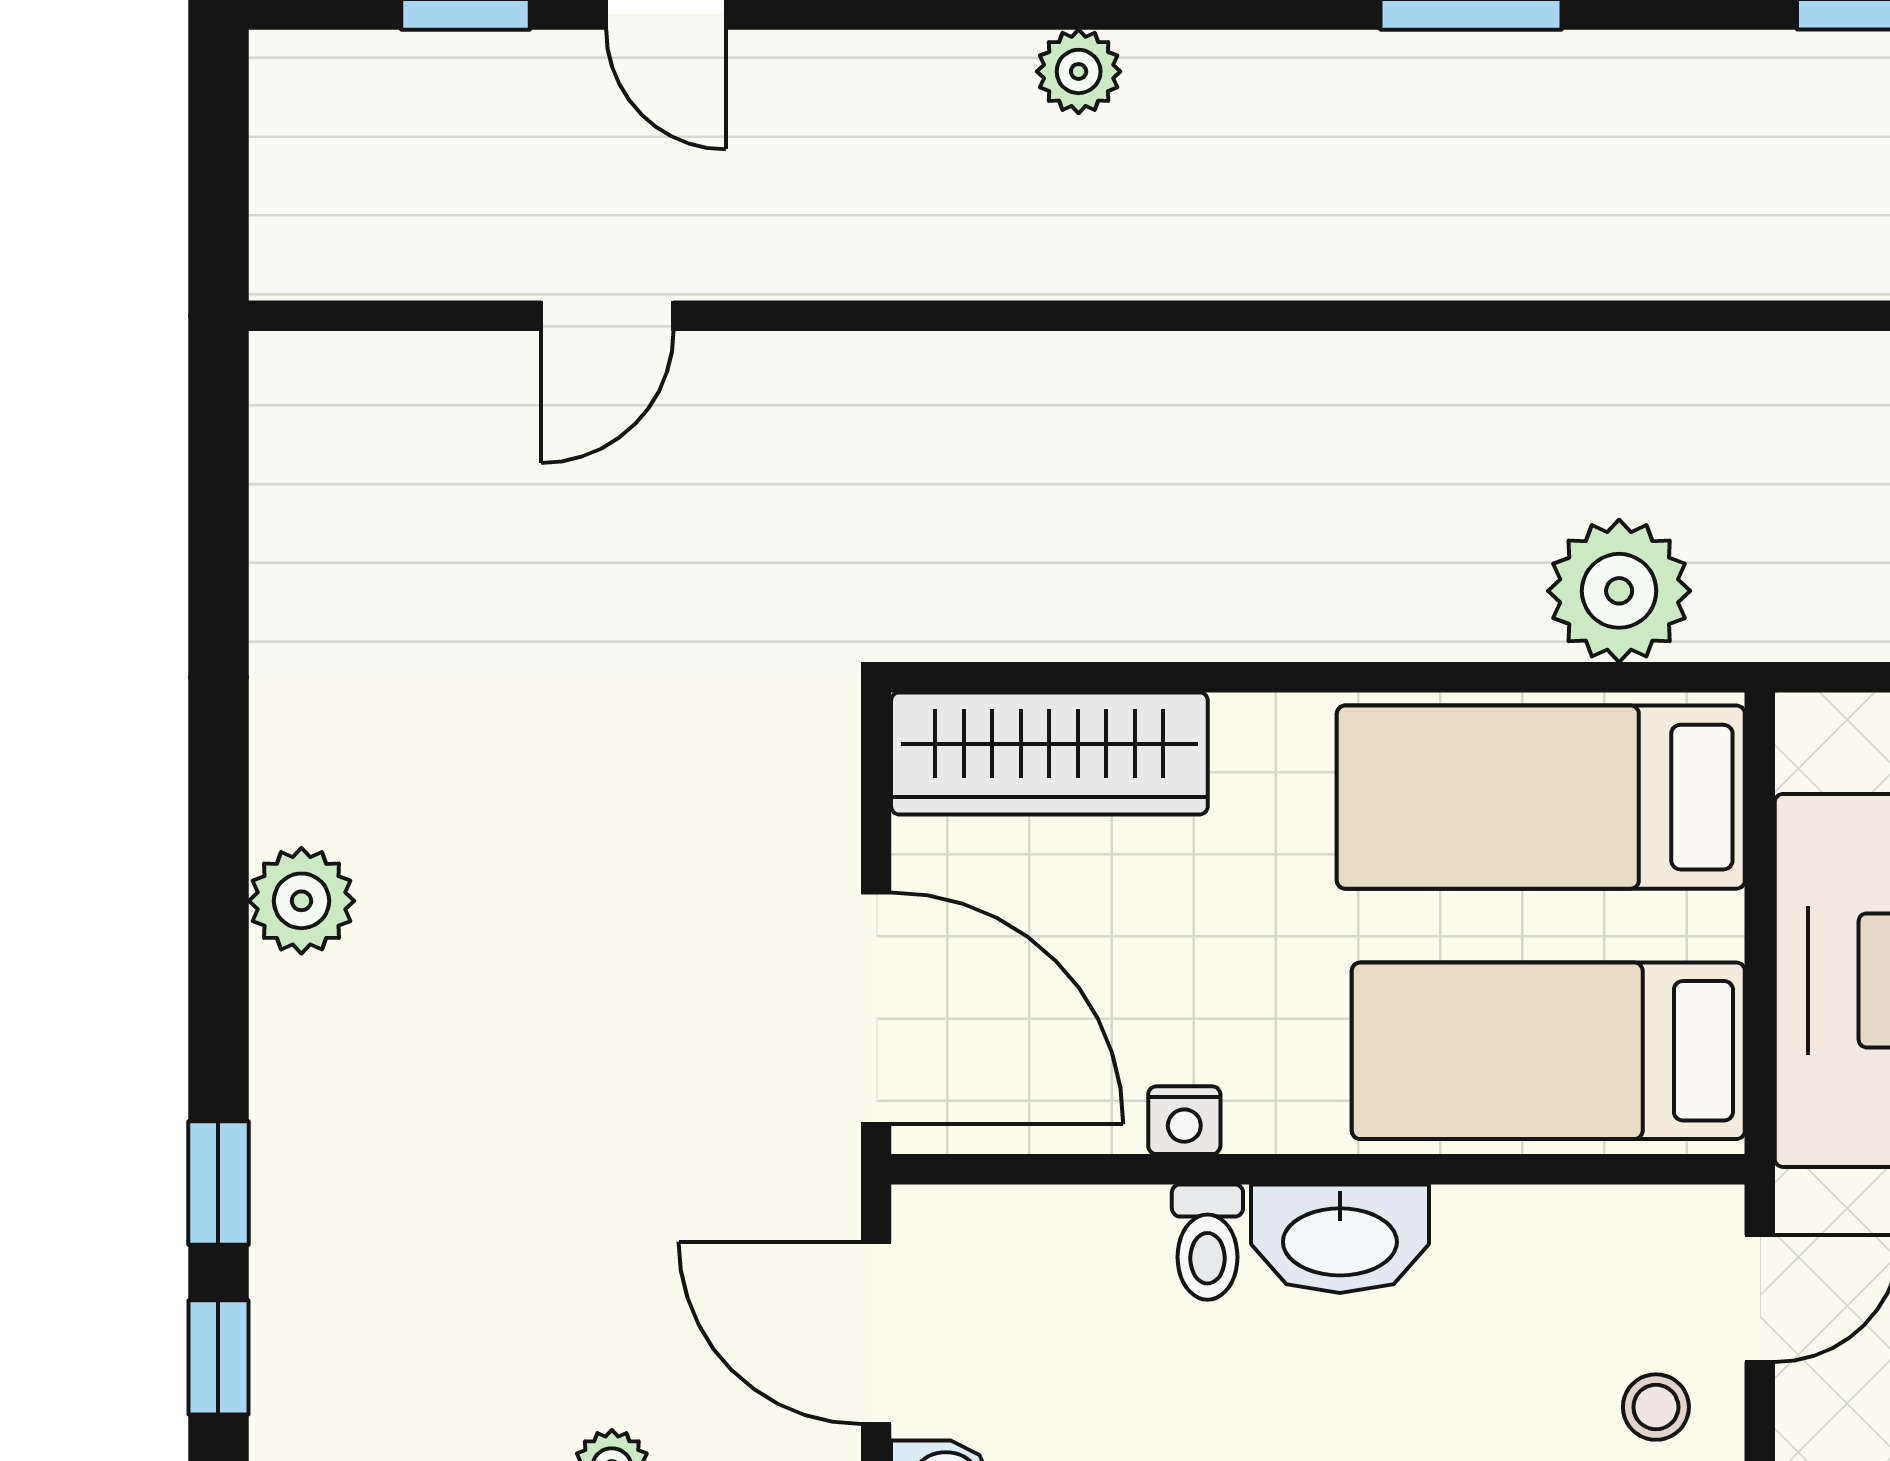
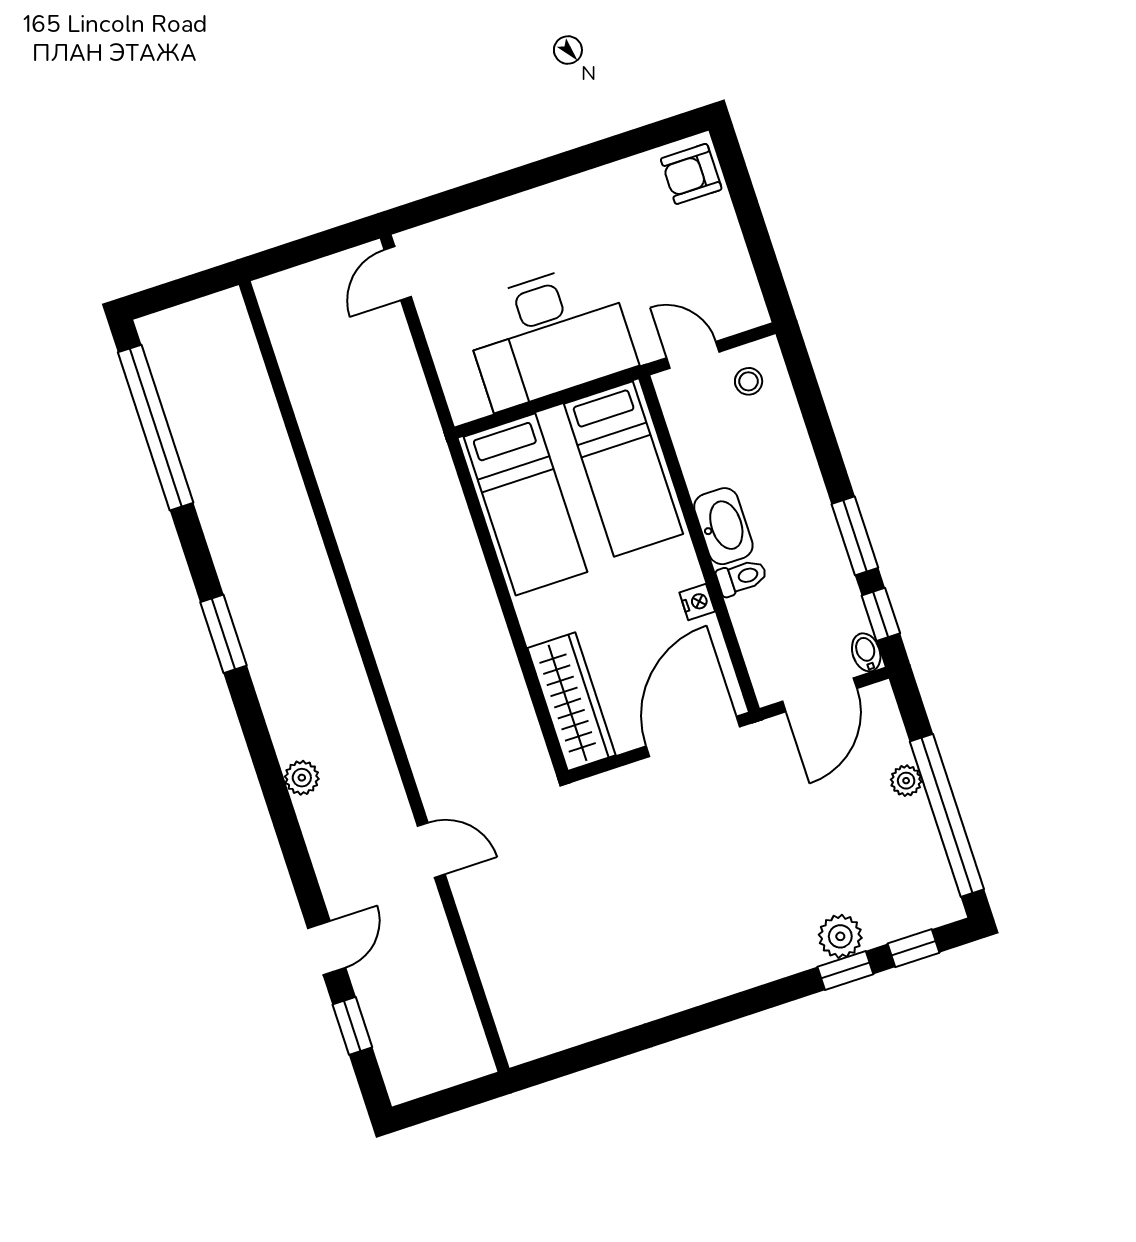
door: (607, 316) -> (431, 850), moved
plant: (1619, 591) -> (435, 500), removed
plant: (301, 901) -> (840, 936), moved

